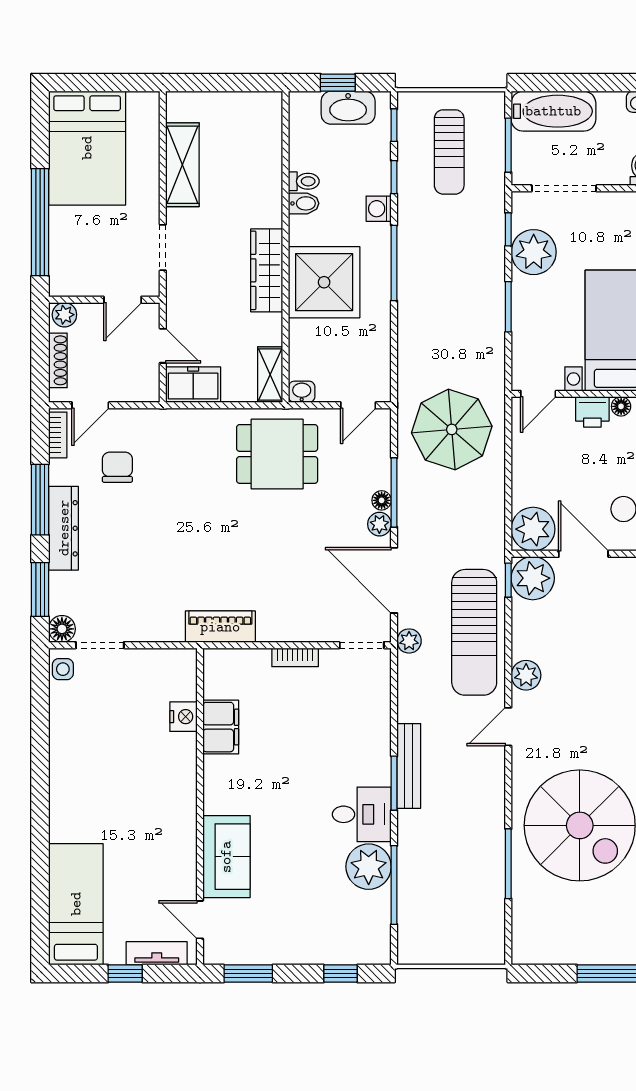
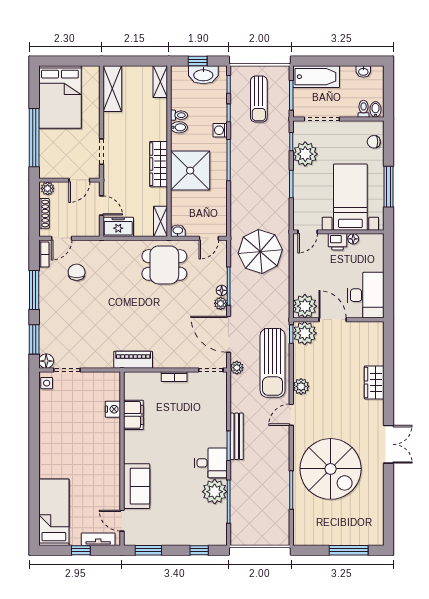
shelving: (270, 120) -> (160, 82), added
shelving: (182, 165) -> (112, 89), moved
dresser: (64, 528) -> (47, 306), removed

